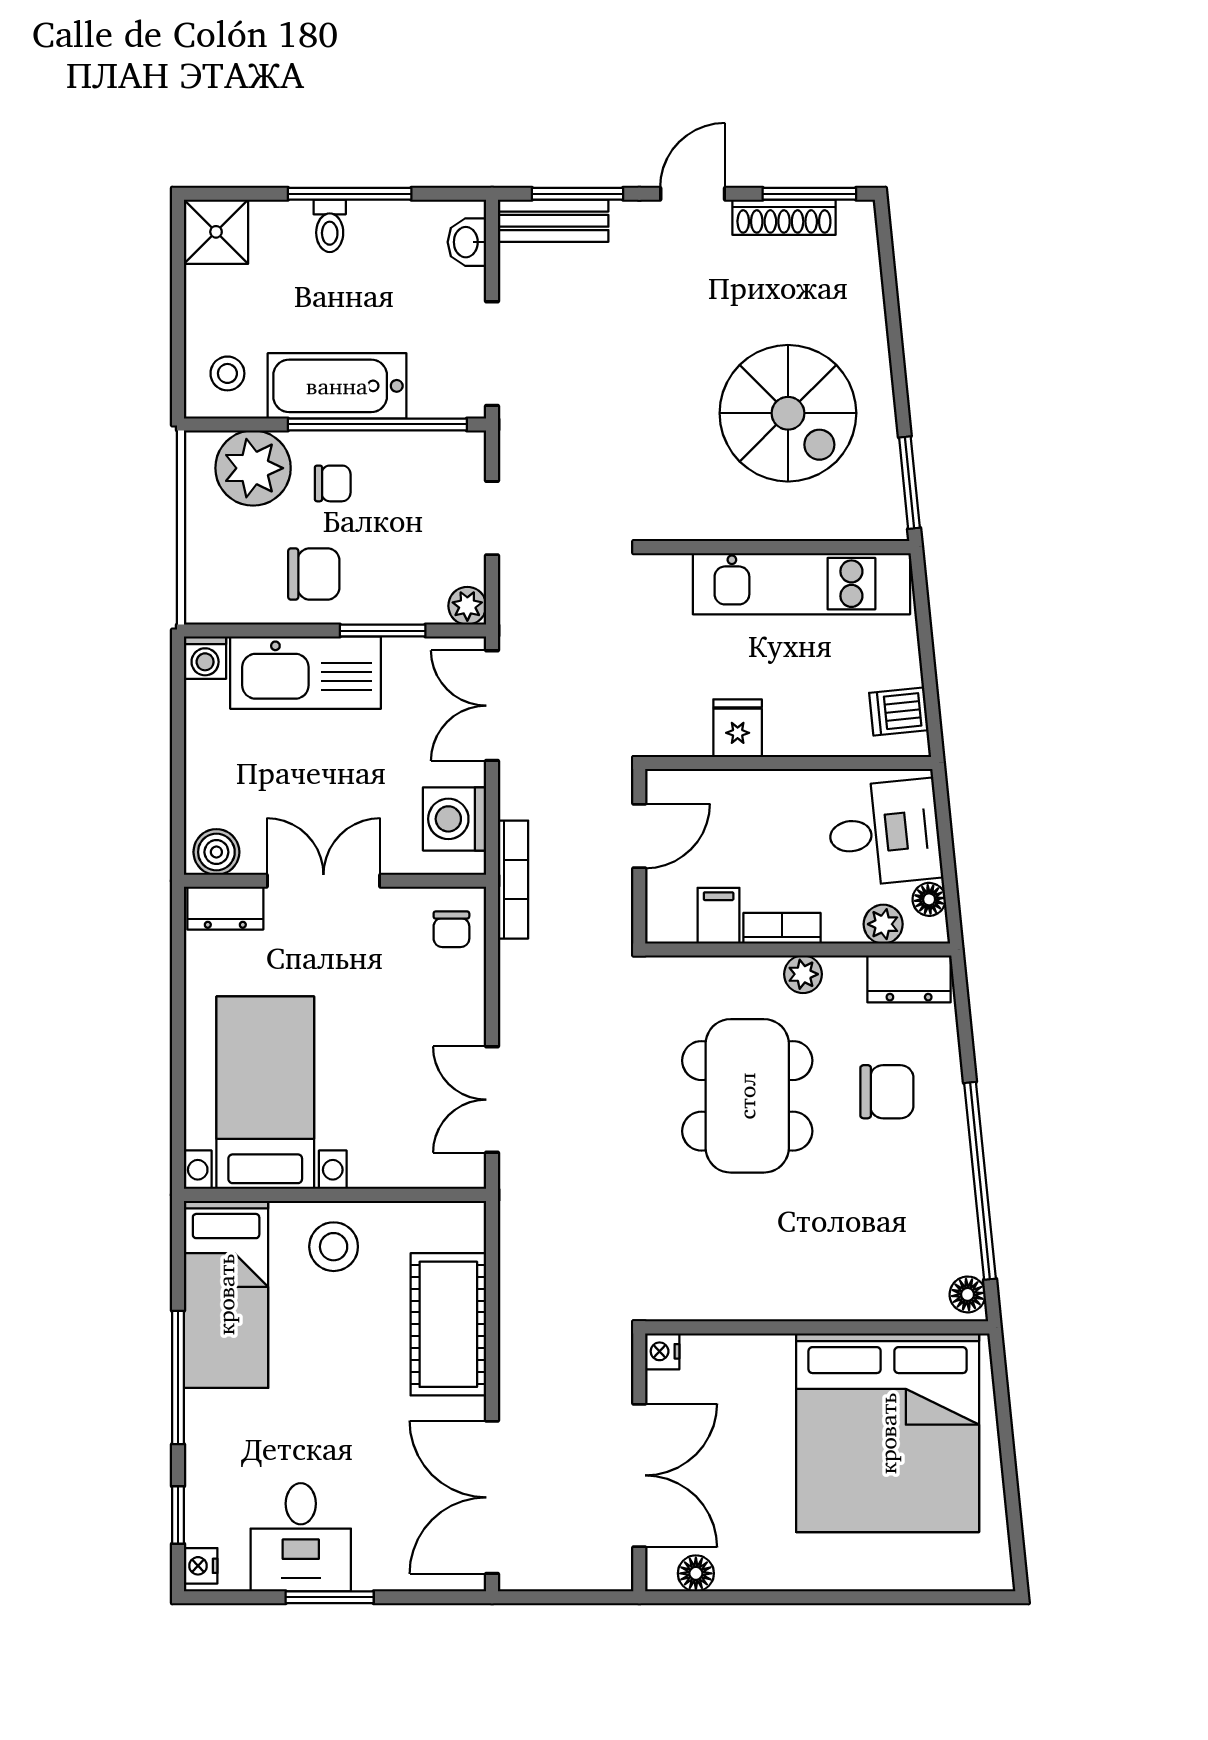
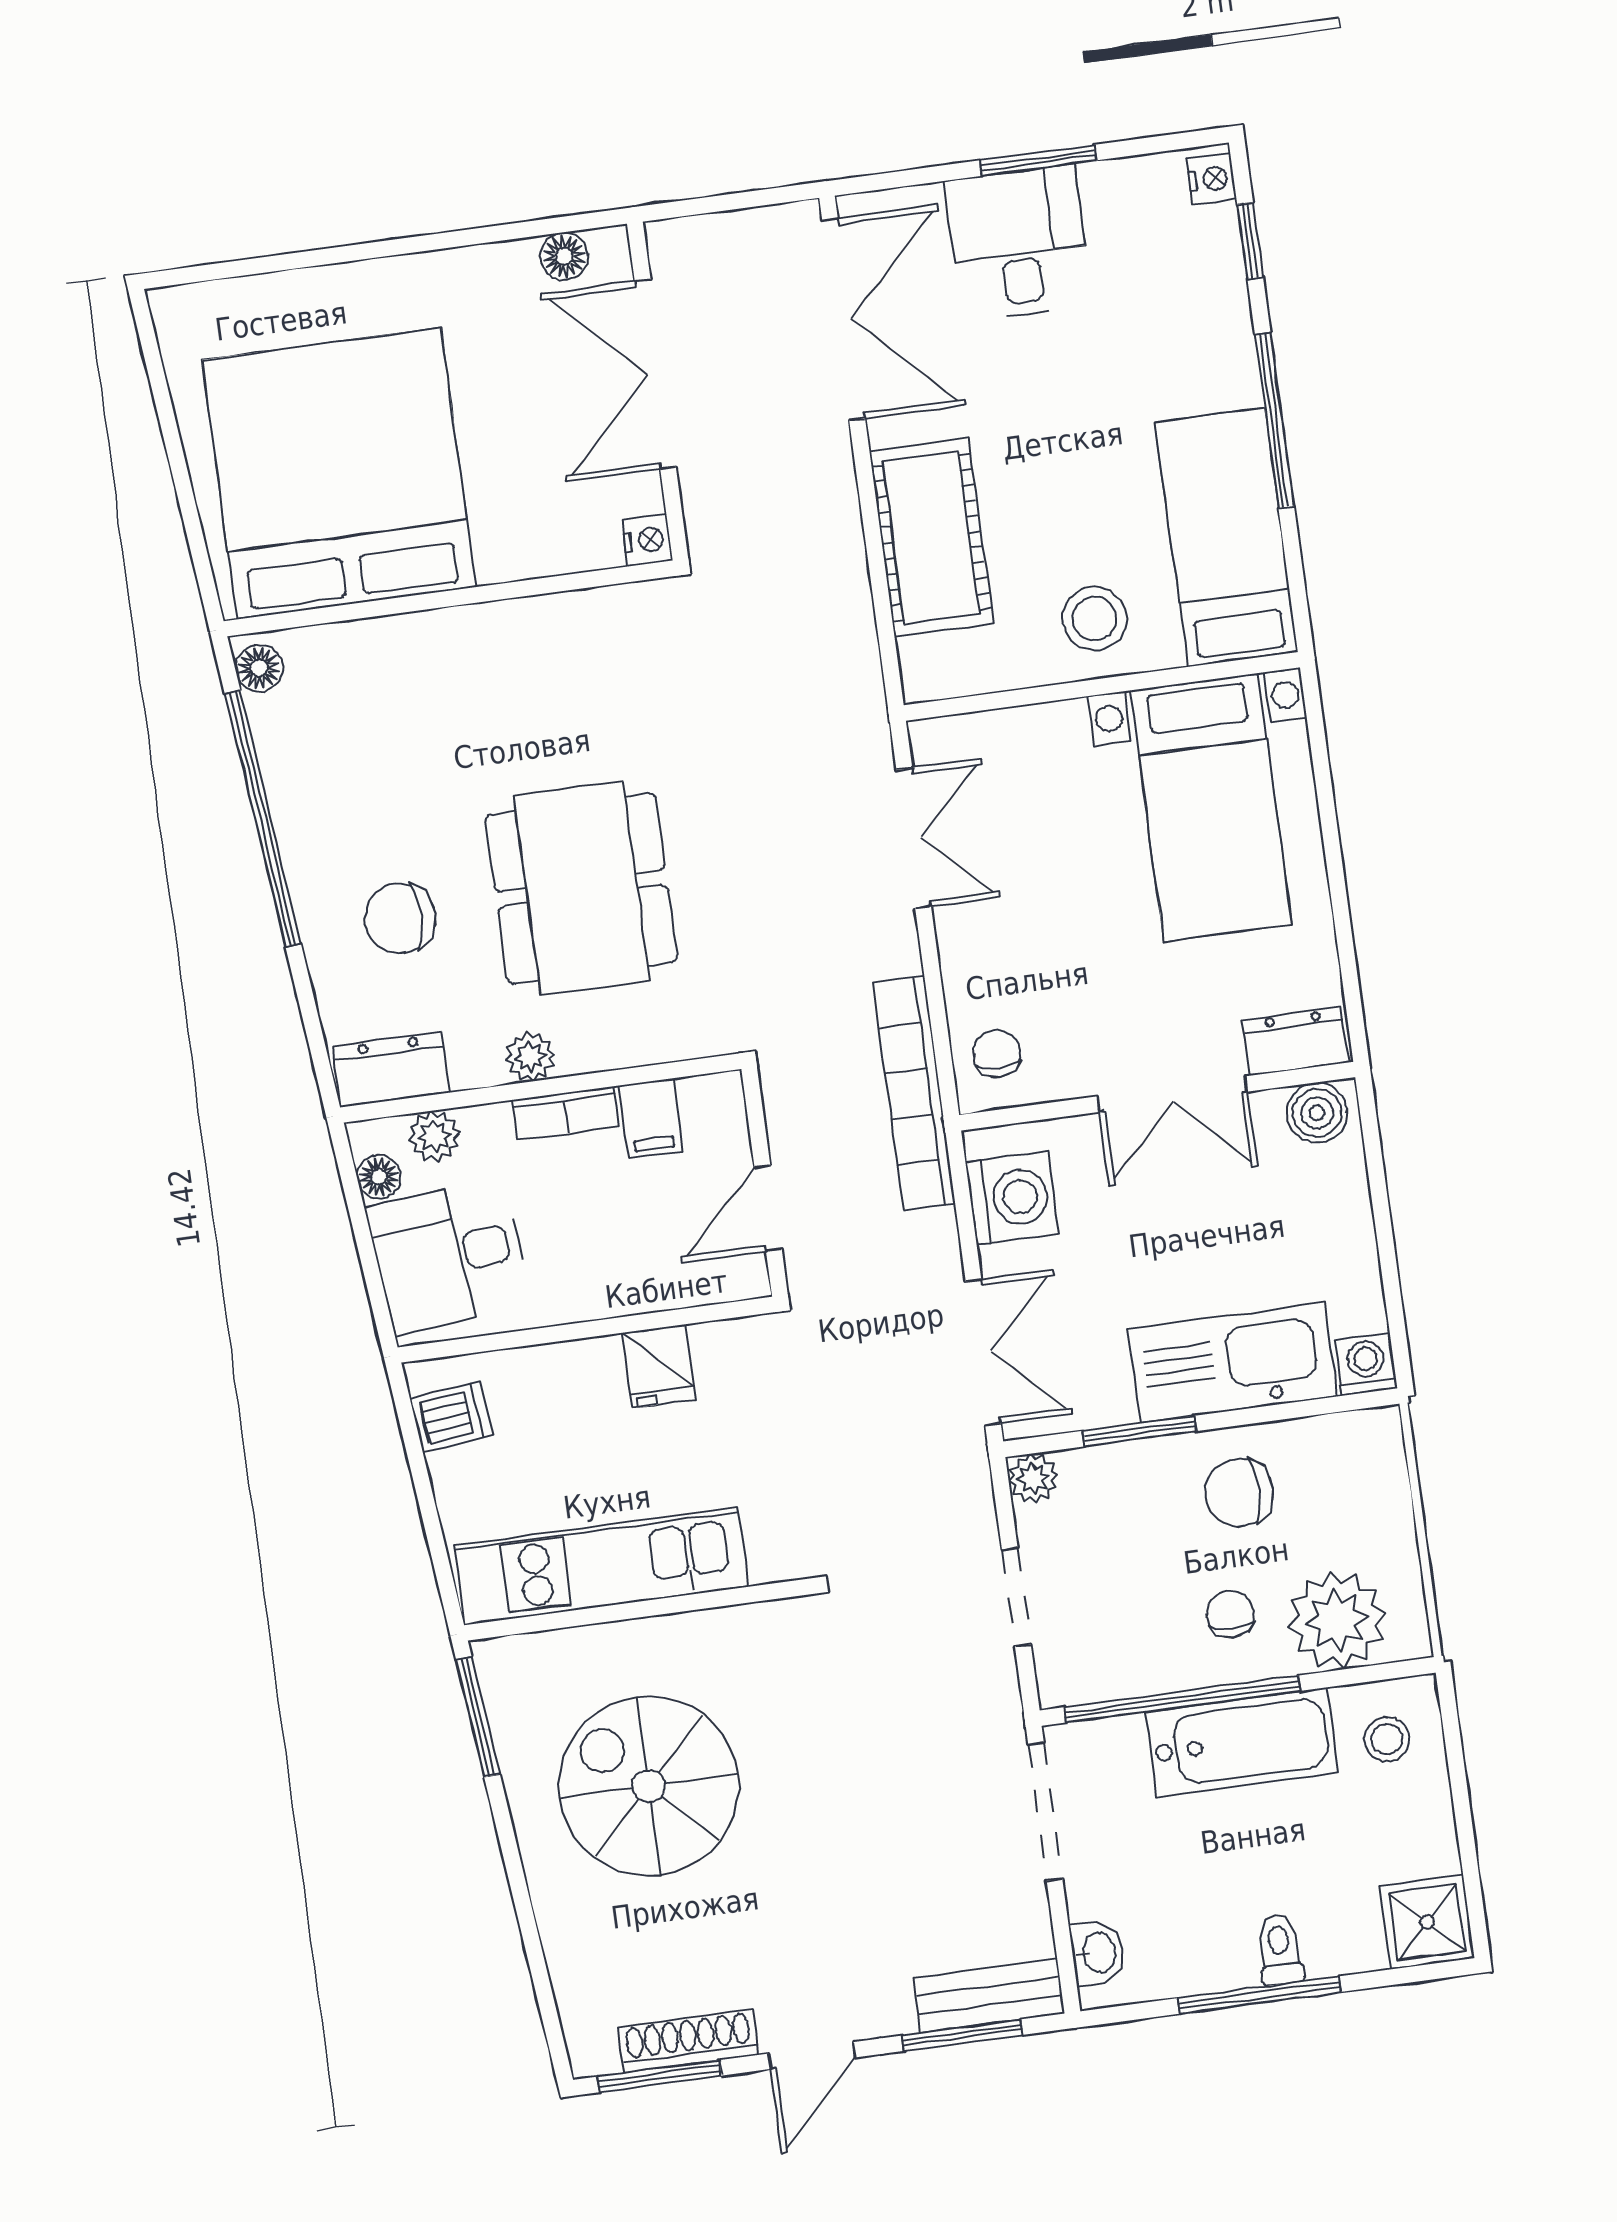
chair: (333, 483) -> (1230, 1614), turned 90
bookcase: (513, 880) -> (914, 1093), width x1.48, depth x1.31
desk: (301, 1537) -> (1018, 243), moved

